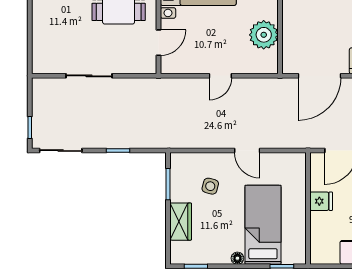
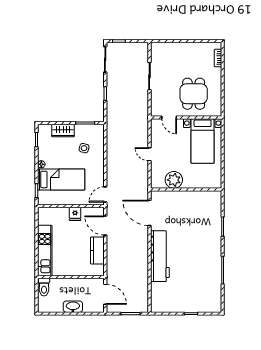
door: (247, 151) -> (105, 195), moved

